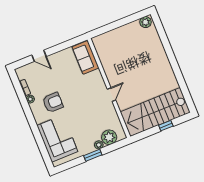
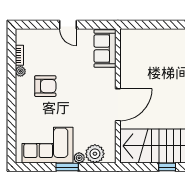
door: (39, 56) -> (68, 25), moved
door: (111, 95) -> (118, 105), width x1.87
corner sofa: (57, 139) -> (48, 145), moved, turned -90

